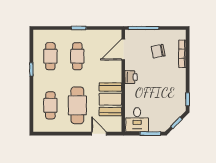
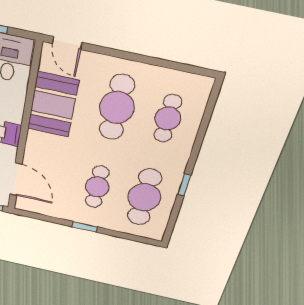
door: (123, 49) -> (16, 179), hinge flipped
cafe table: (50, 56) -> (144, 197), width x1.37, depth x1.35
door: (99, 134) -> (67, 43), moved

